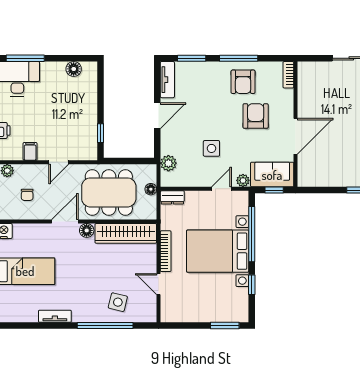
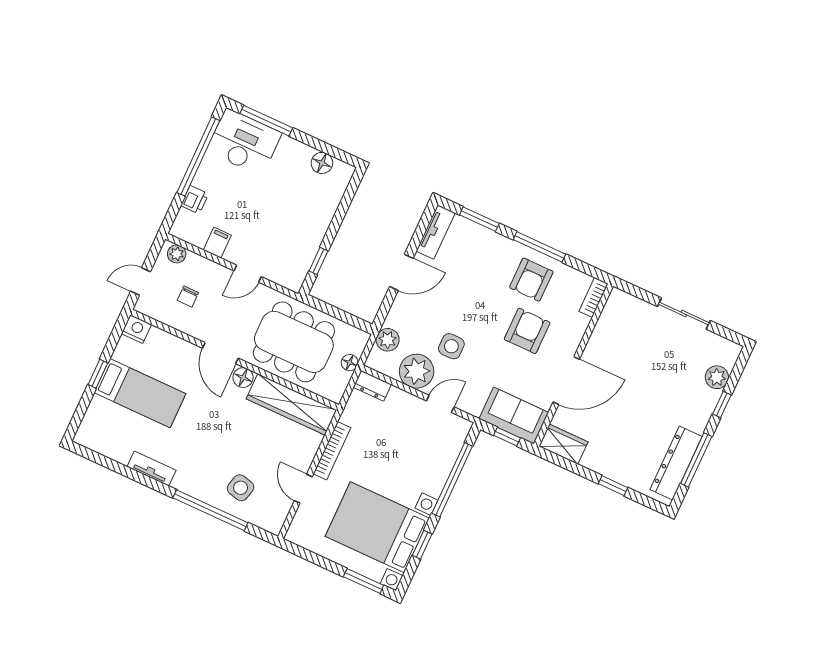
wardrobe: (313, 178) -> (563, 444), added
plant: (243, 180) -> (417, 371), moved, width x1.88, depth x1.88
door: (65, 222) -> (220, 353), swing flipped
bed with nightstands: (218, 251) -> (377, 527), moved

